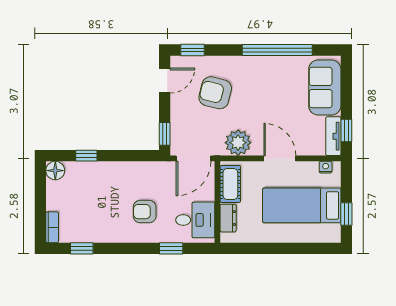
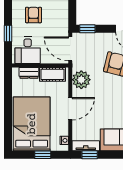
bed: (302, 205) -> (32, 124), width x1.50
window: (346, 214) -> (43, 155), moved

